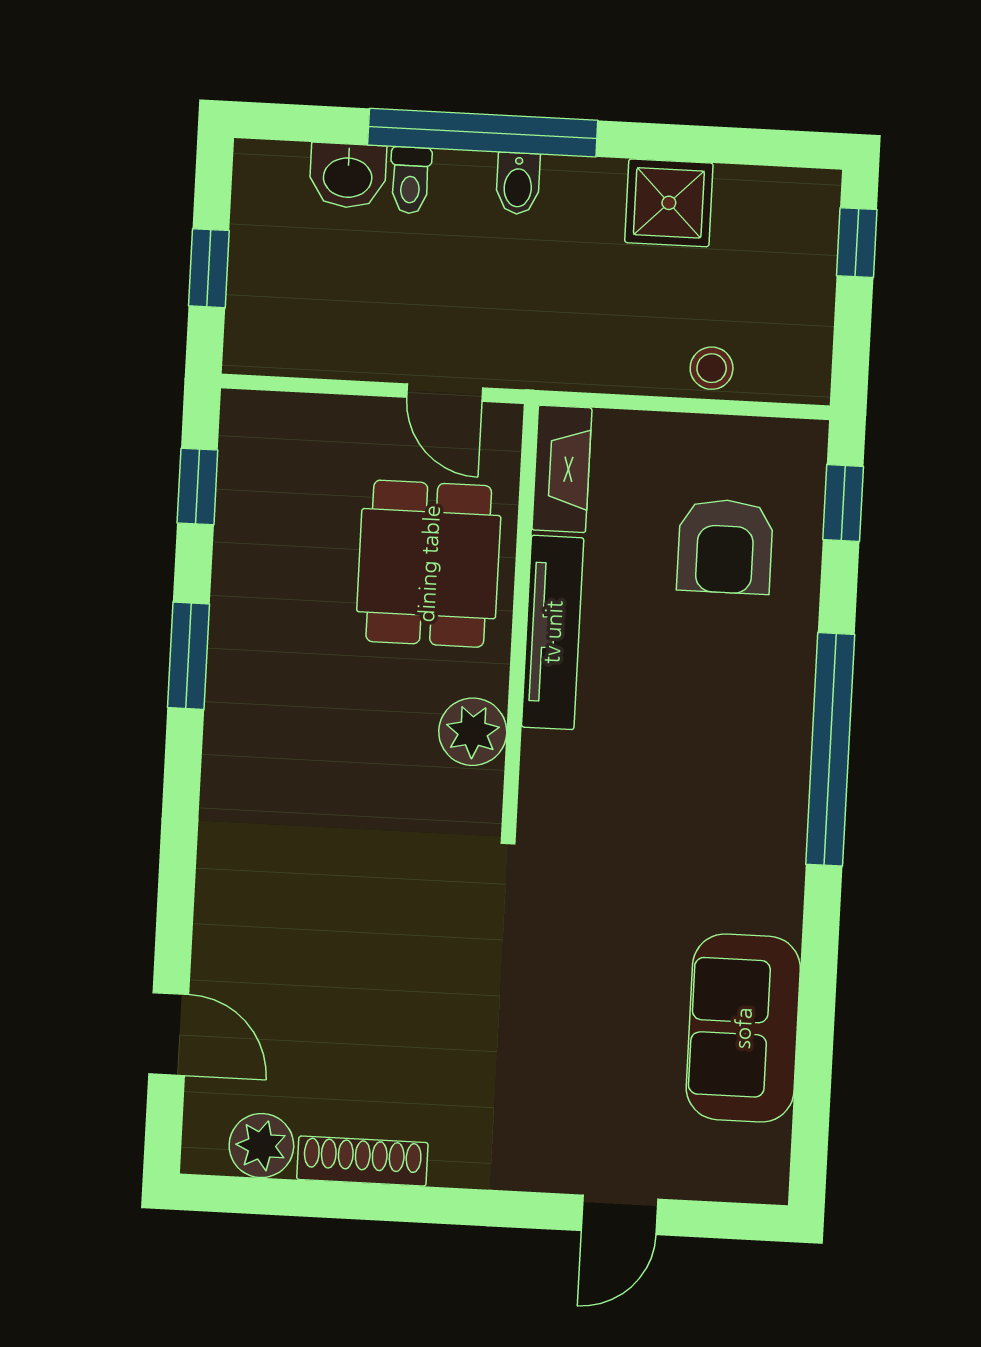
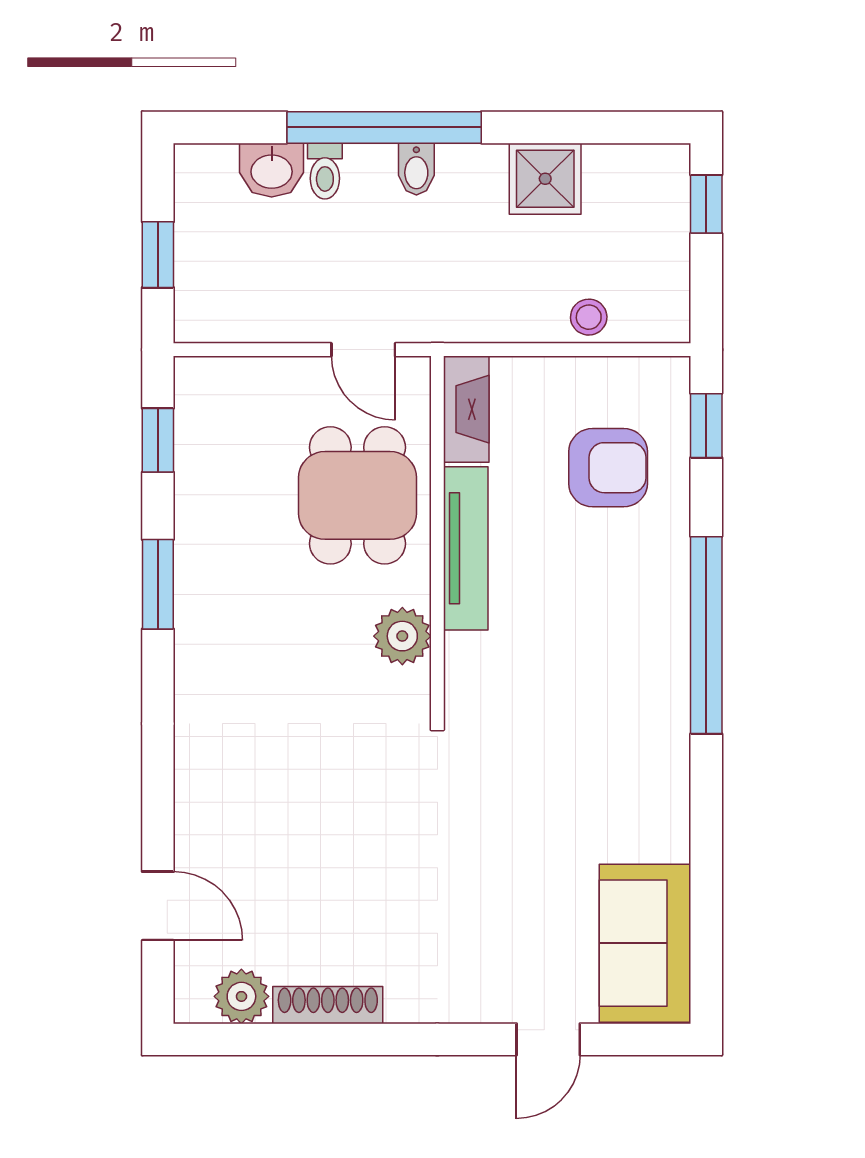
armchair: (725, 546) -> (608, 468), turned -90
sofa: (743, 1028) -> (645, 943), moved

